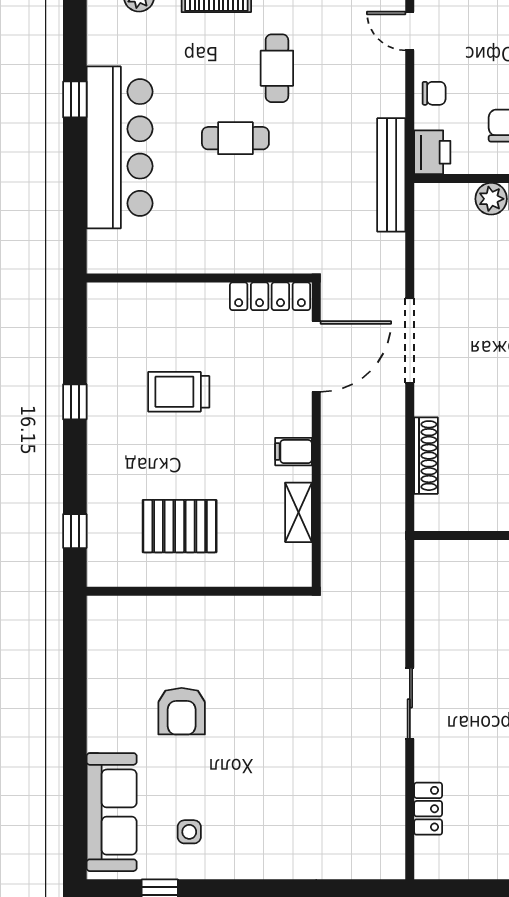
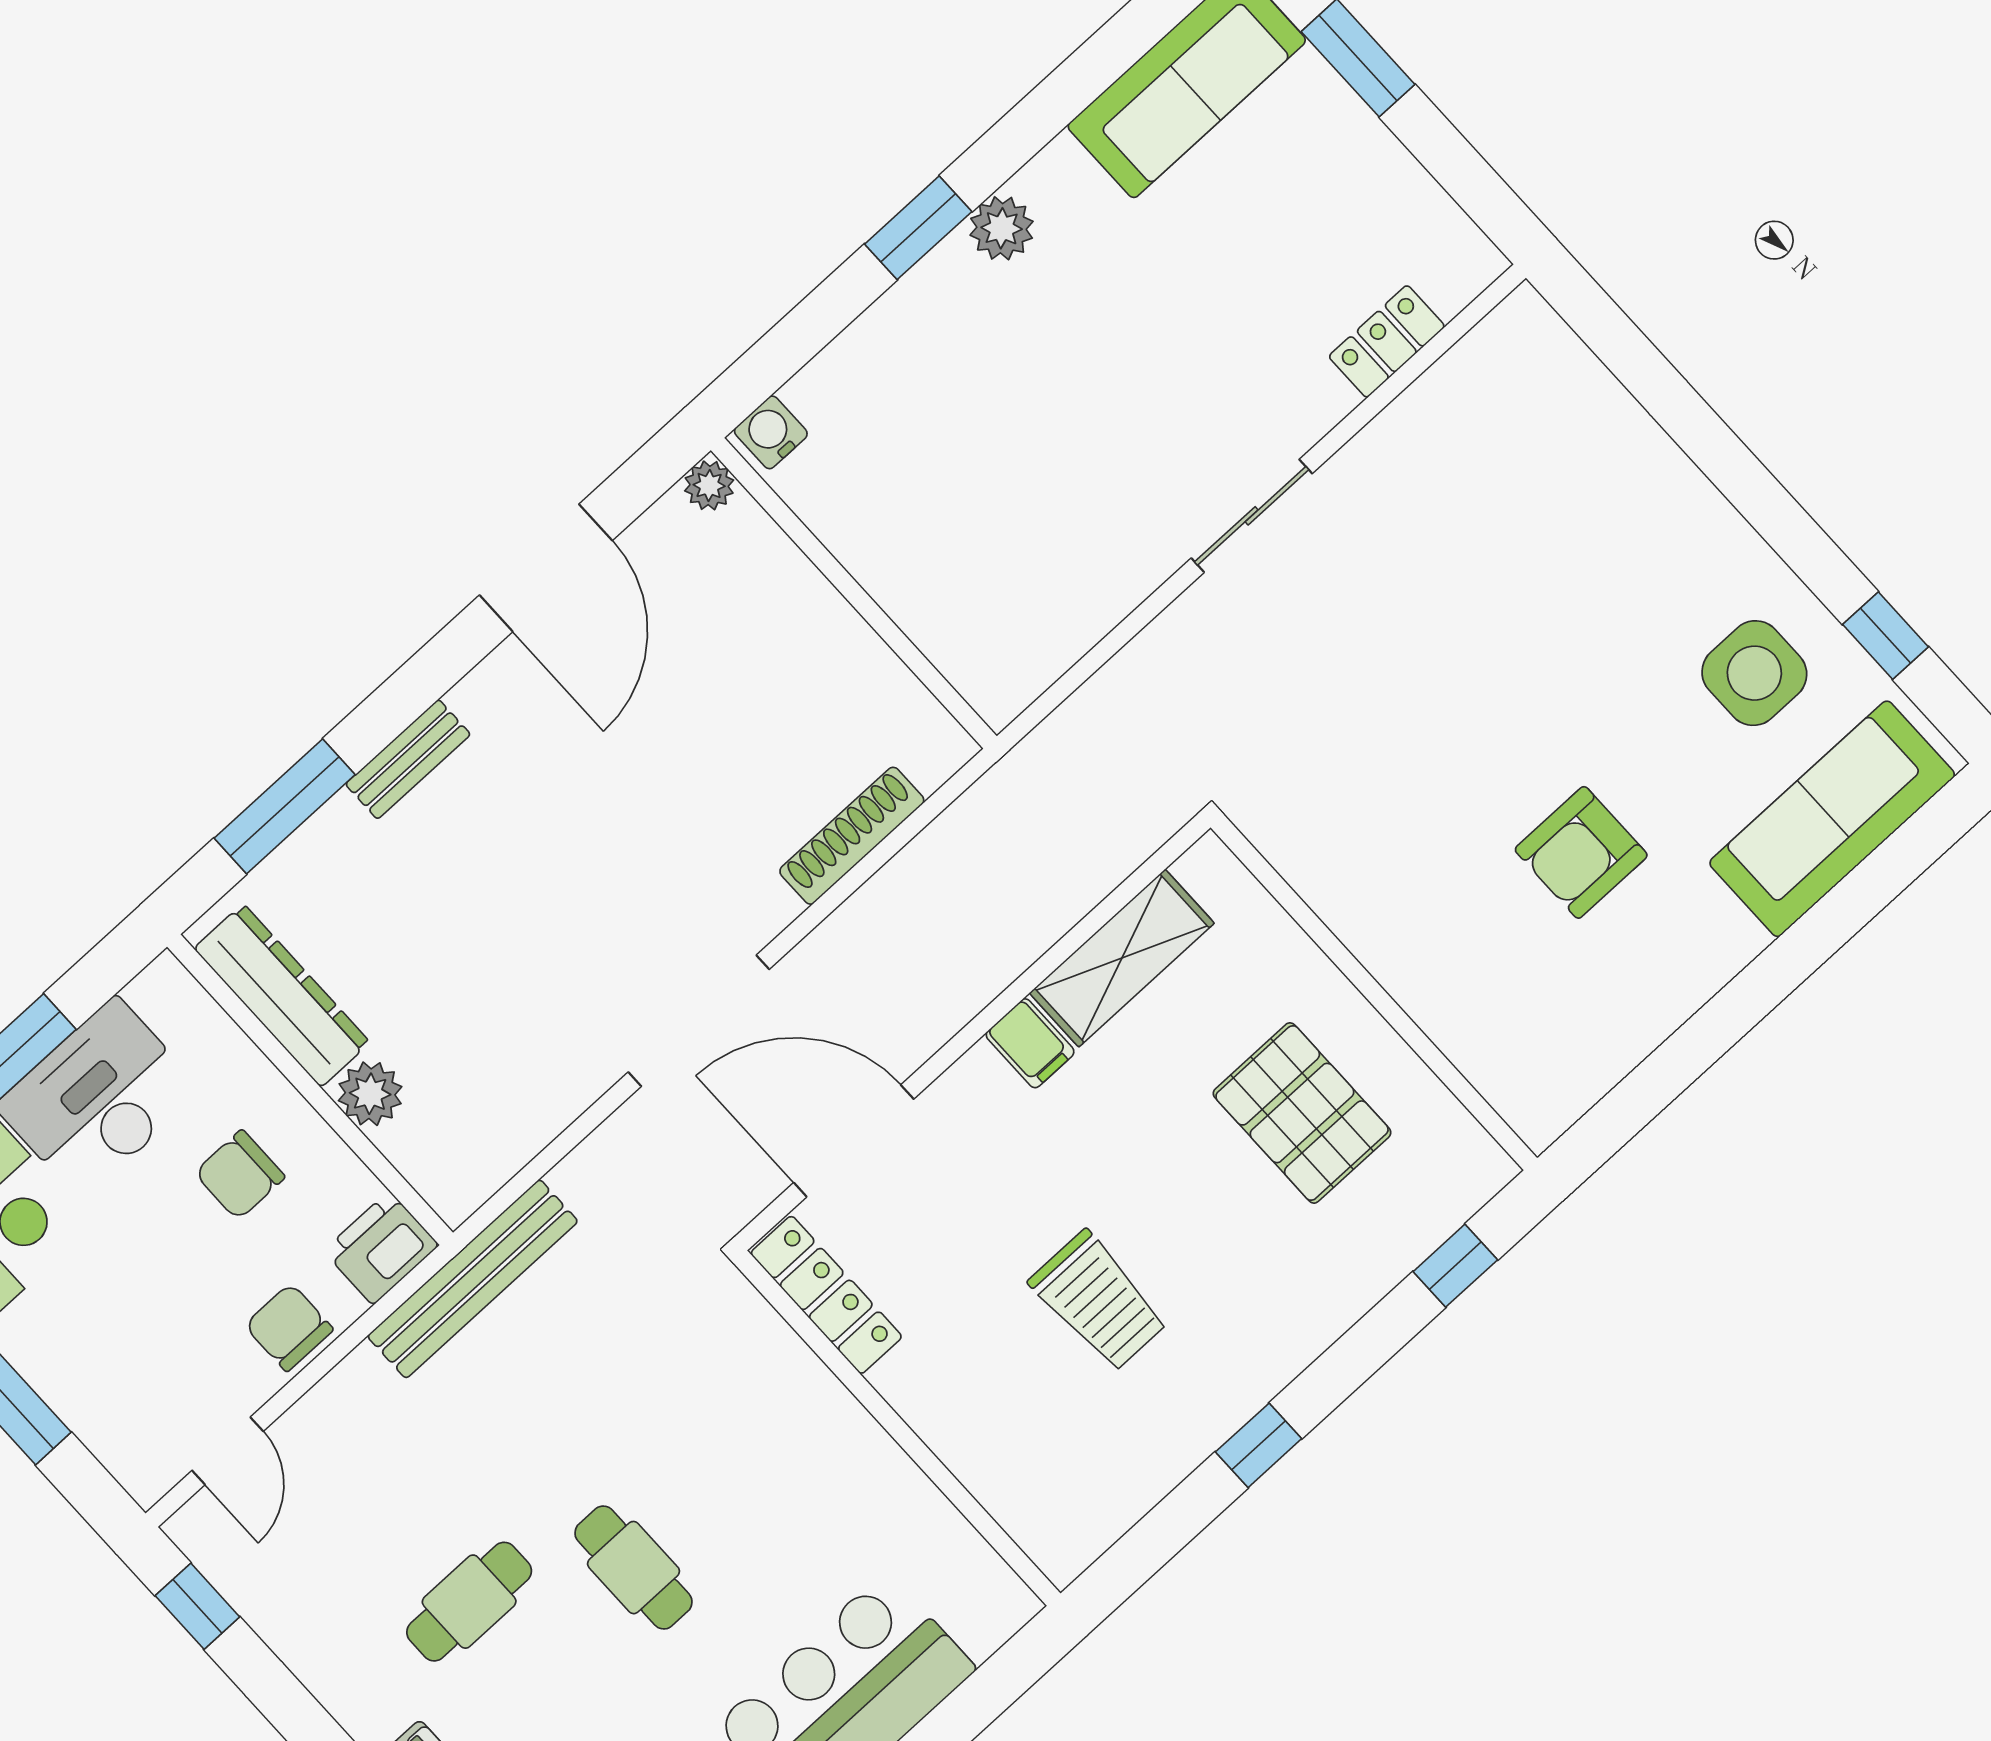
chair: (434, 93) -> (289, 1327), width x1.37, depth x1.37
shelving: (298, 512) -> (1122, 958), width x1.50, depth x1.33
armchair: (182, 711) -> (1581, 852), turned 180
side table: (189, 832) -> (1754, 673), width x1.87, depth x1.87

